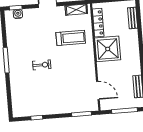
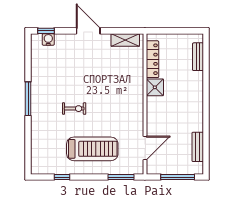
treadmill: (71, 38) -> (92, 149), moved, width x1.37, depth x1.38
shower: (108, 49) -> (155, 87), width x0.54, depth x0.54
door: (98, 90) -> (145, 148), hinge flipped

